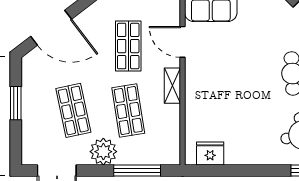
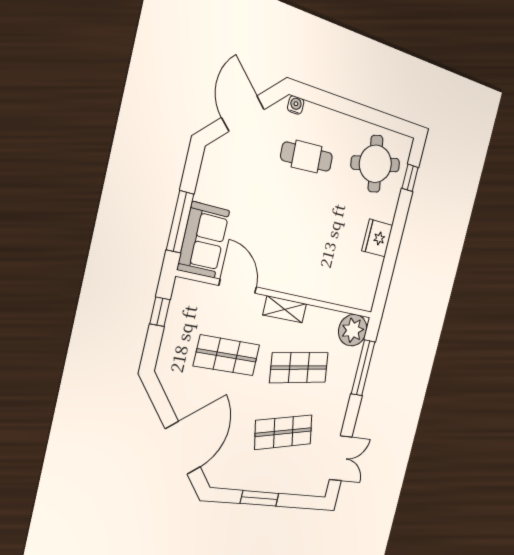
door: (183, 42) -> (238, 286), swing flipped
plant: (103, 152) -> (353, 330), moved
fridge: (210, 153) -> (377, 238), moved

